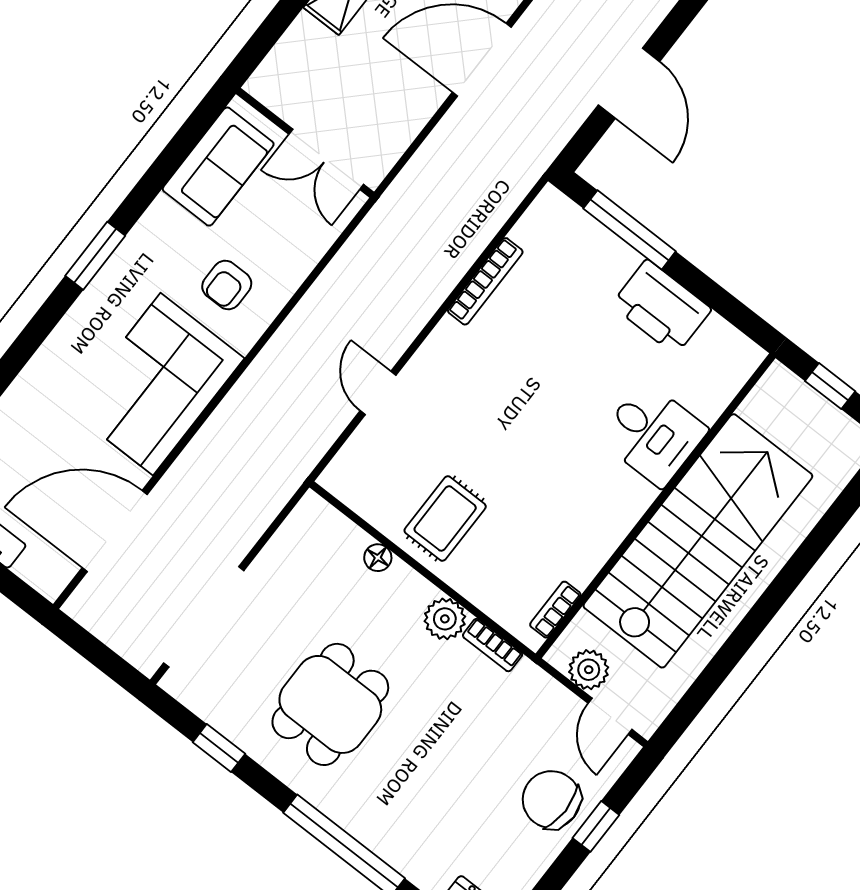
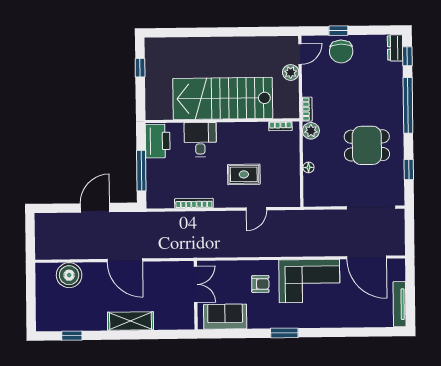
desk: (653, 434) -> (200, 140), moved
wall: (656, 506) -> (222, 121), moved
rug: (445, 518) -> (244, 174), moved
stairs: (698, 541) -> (223, 98), moved
bookcase: (555, 610) -> (280, 126), moved

